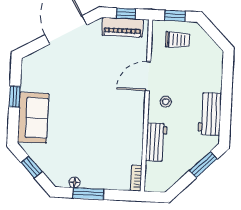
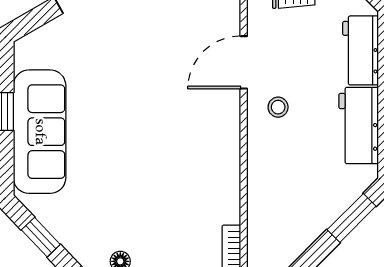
sofa: (33, 118) -> (40, 132), width x1.36
workbench: (156, 142) -> (360, 50), moved, turned 180

